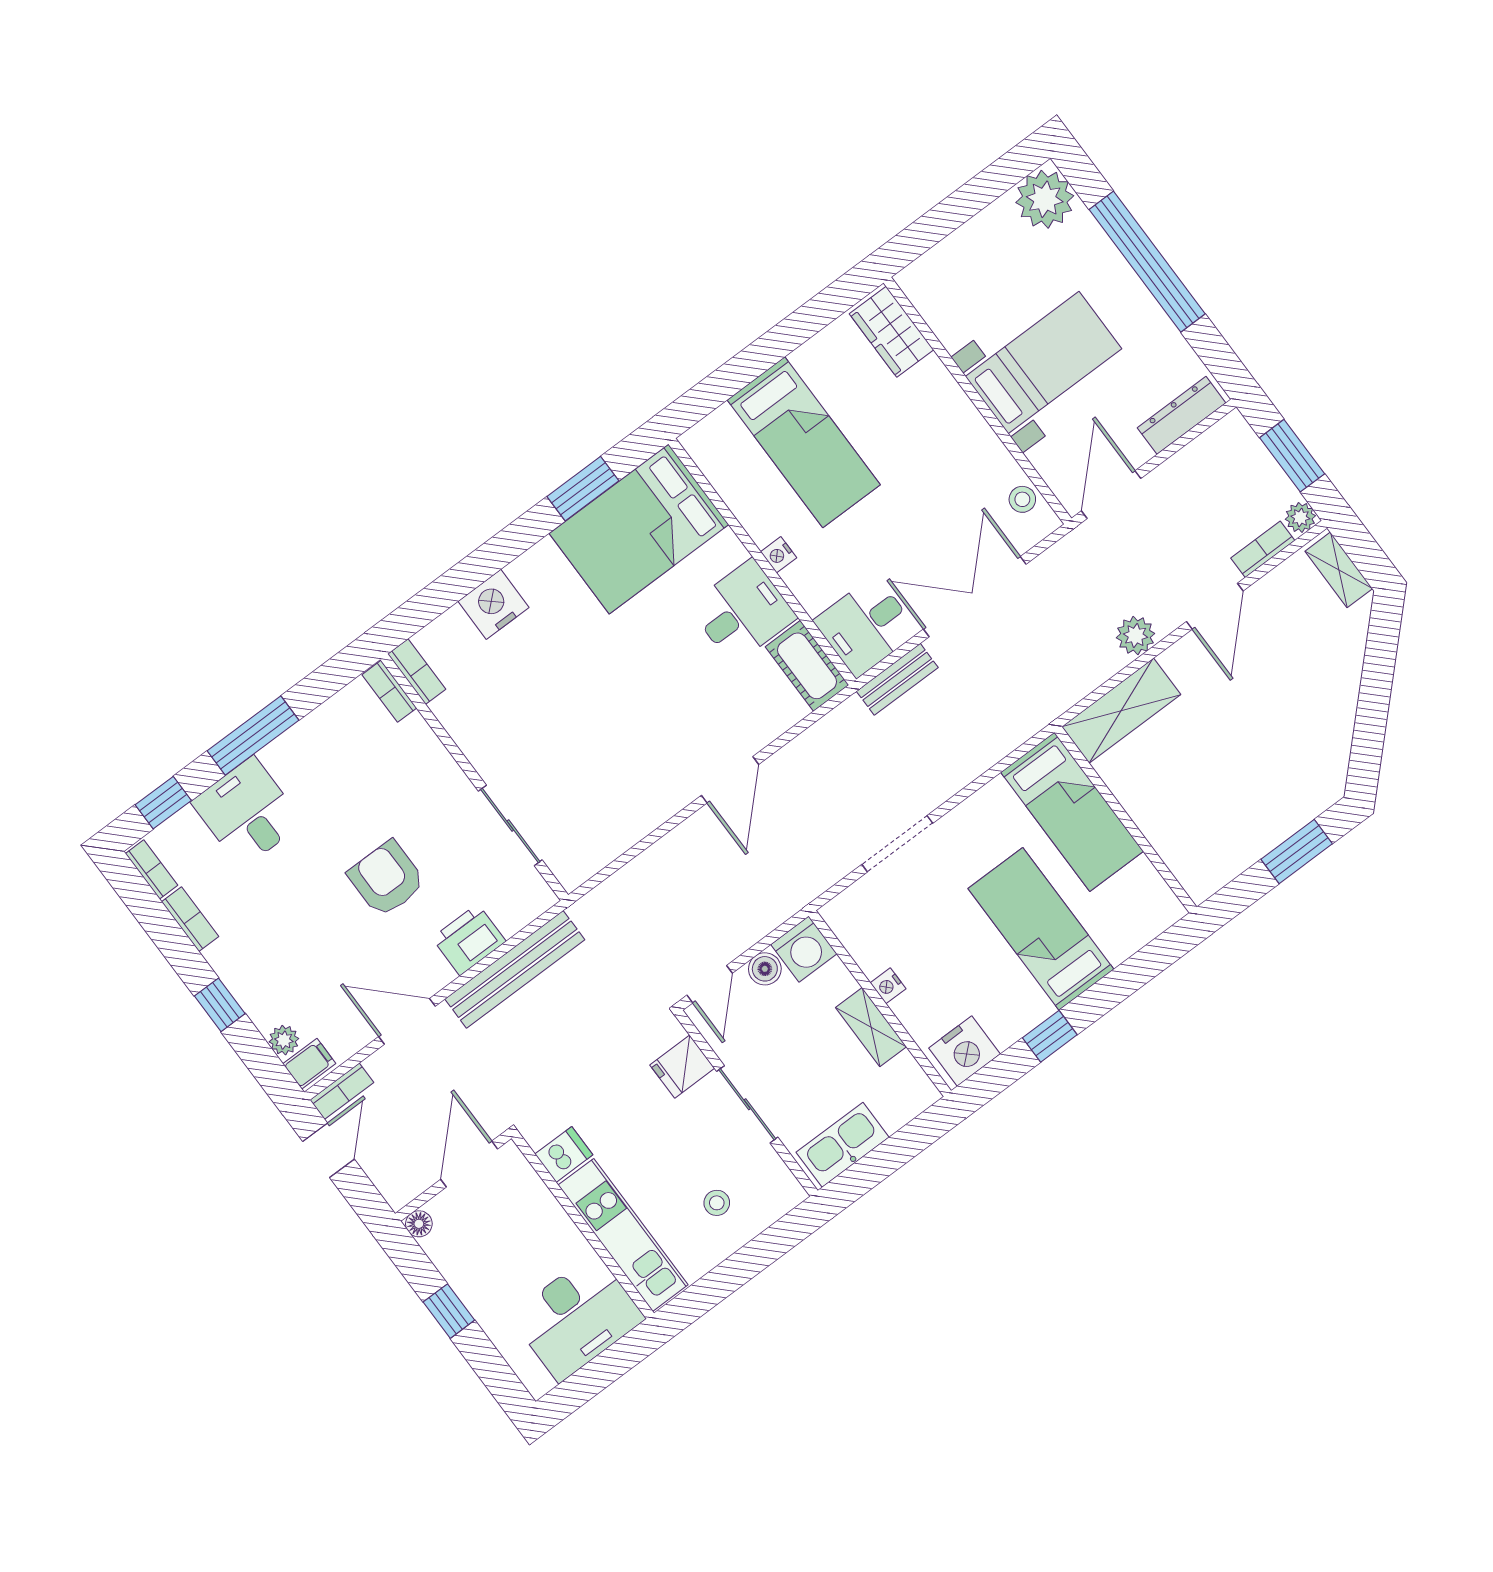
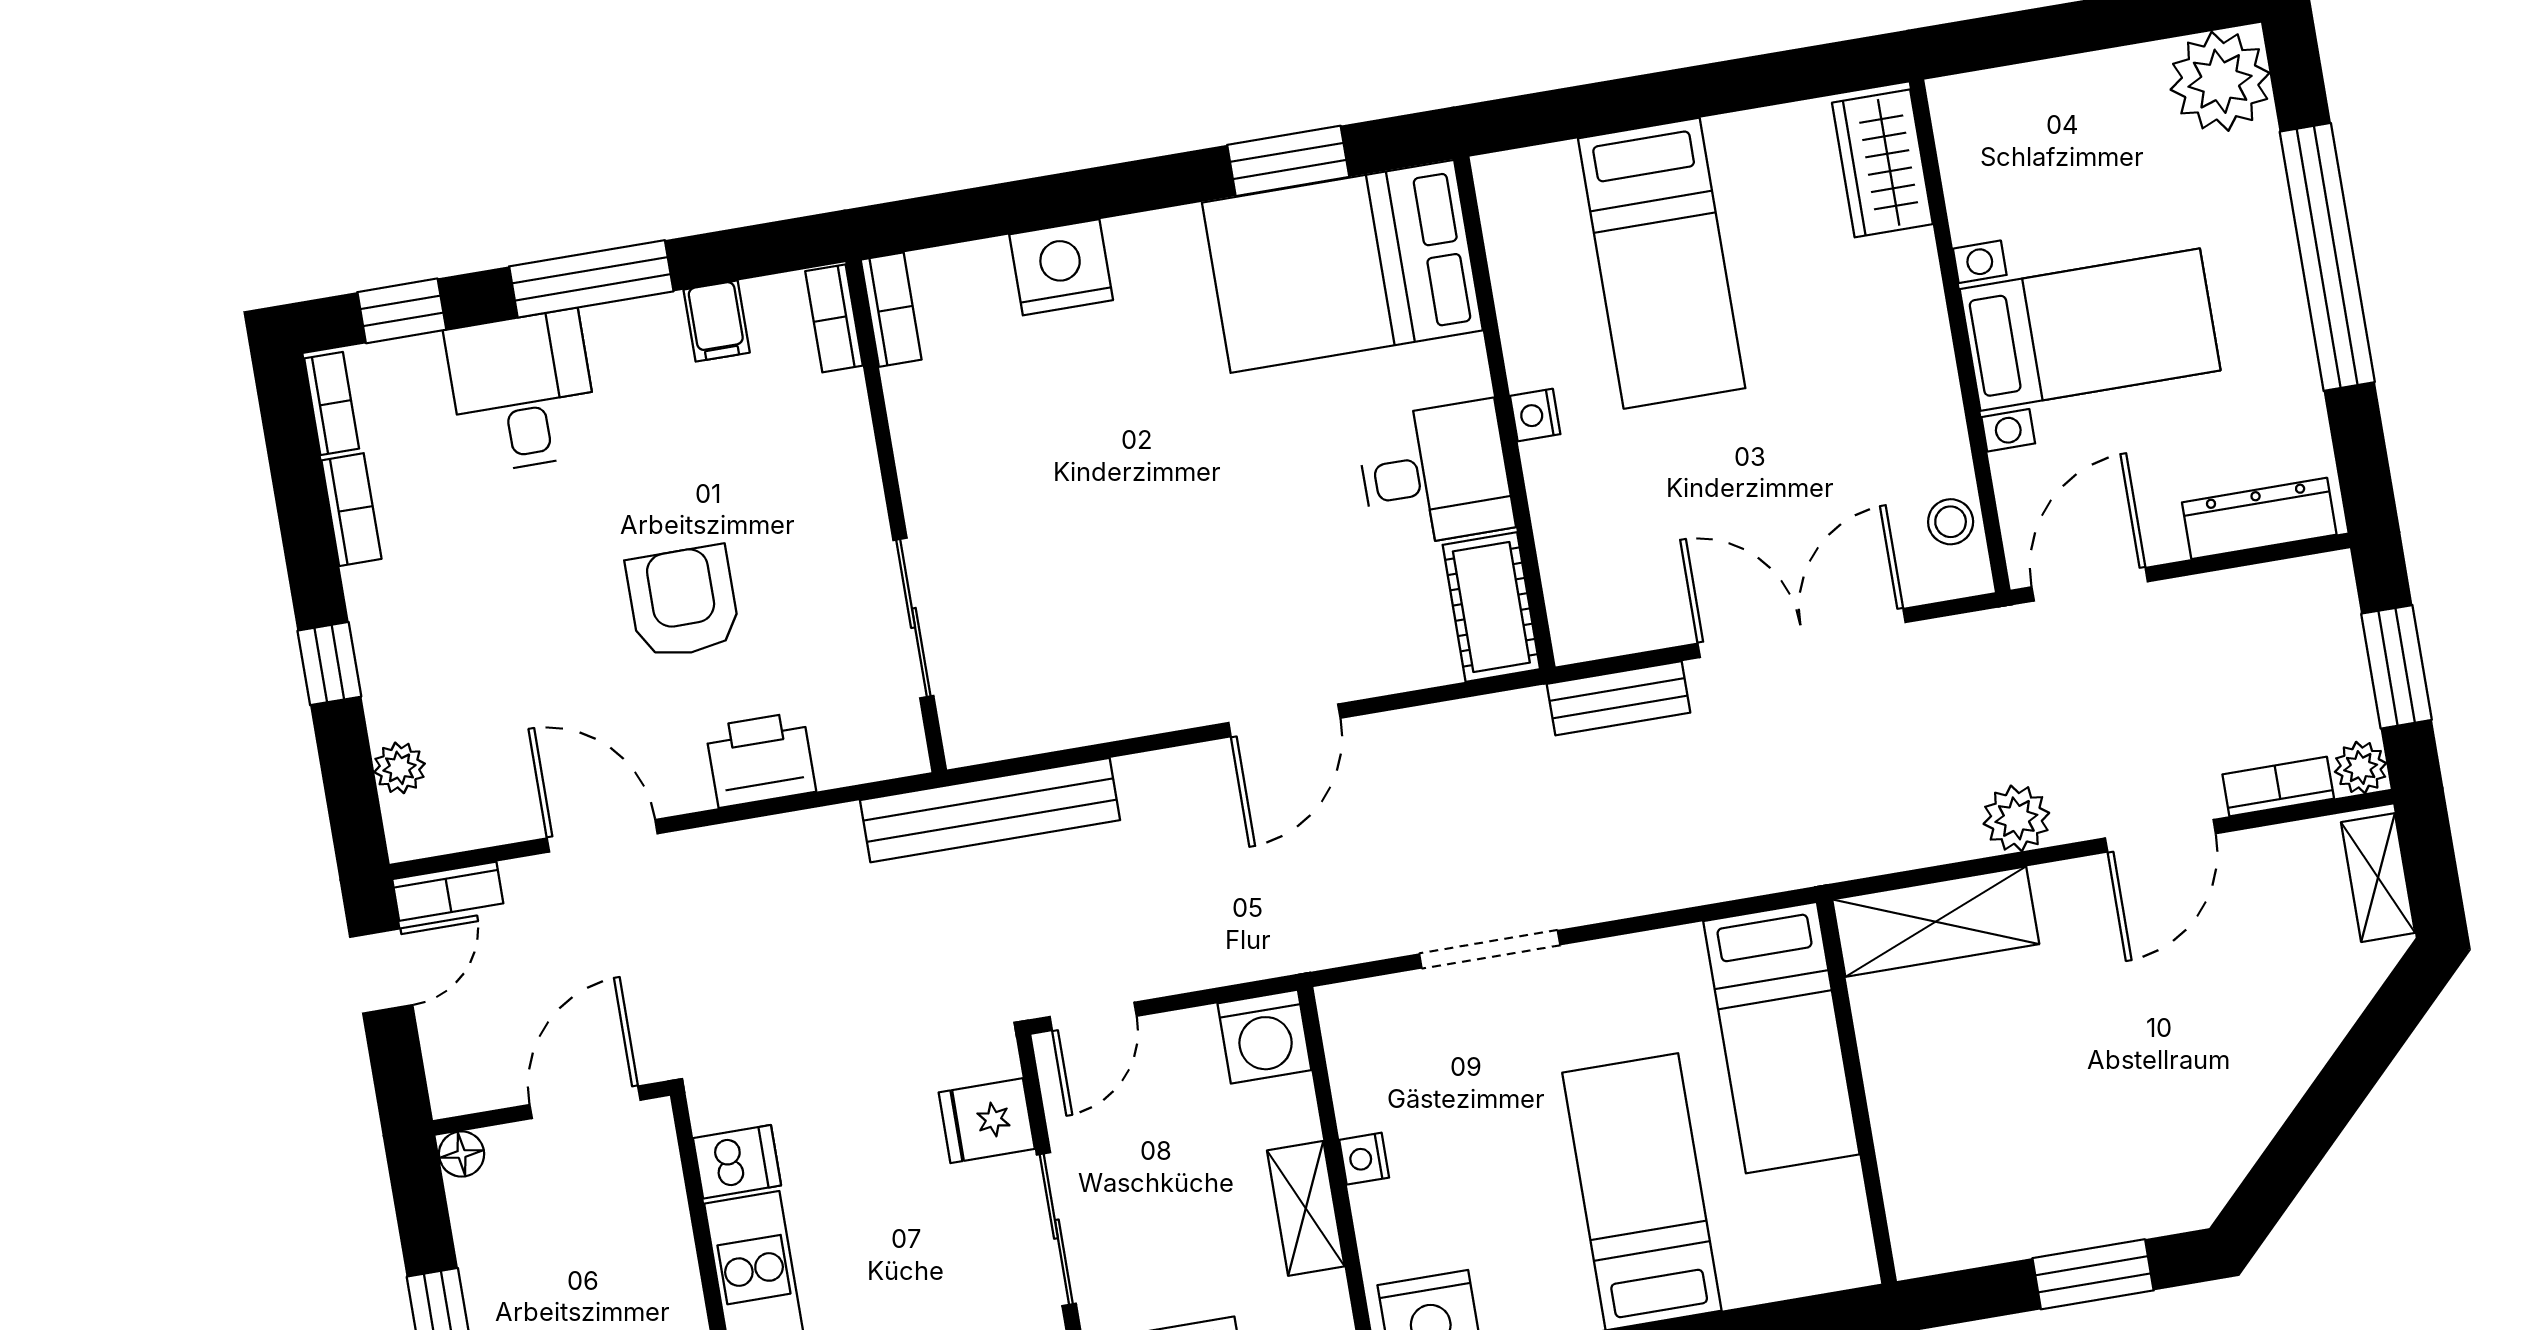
desk: (866, 626) -> (1612, 593), removed
bench: (515, 969) -> (990, 810), moved
boiler: (765, 969) -> (1189, 1036), removed
filing cabinet: (309, 1064) -> (717, 321), moved, turned 90

